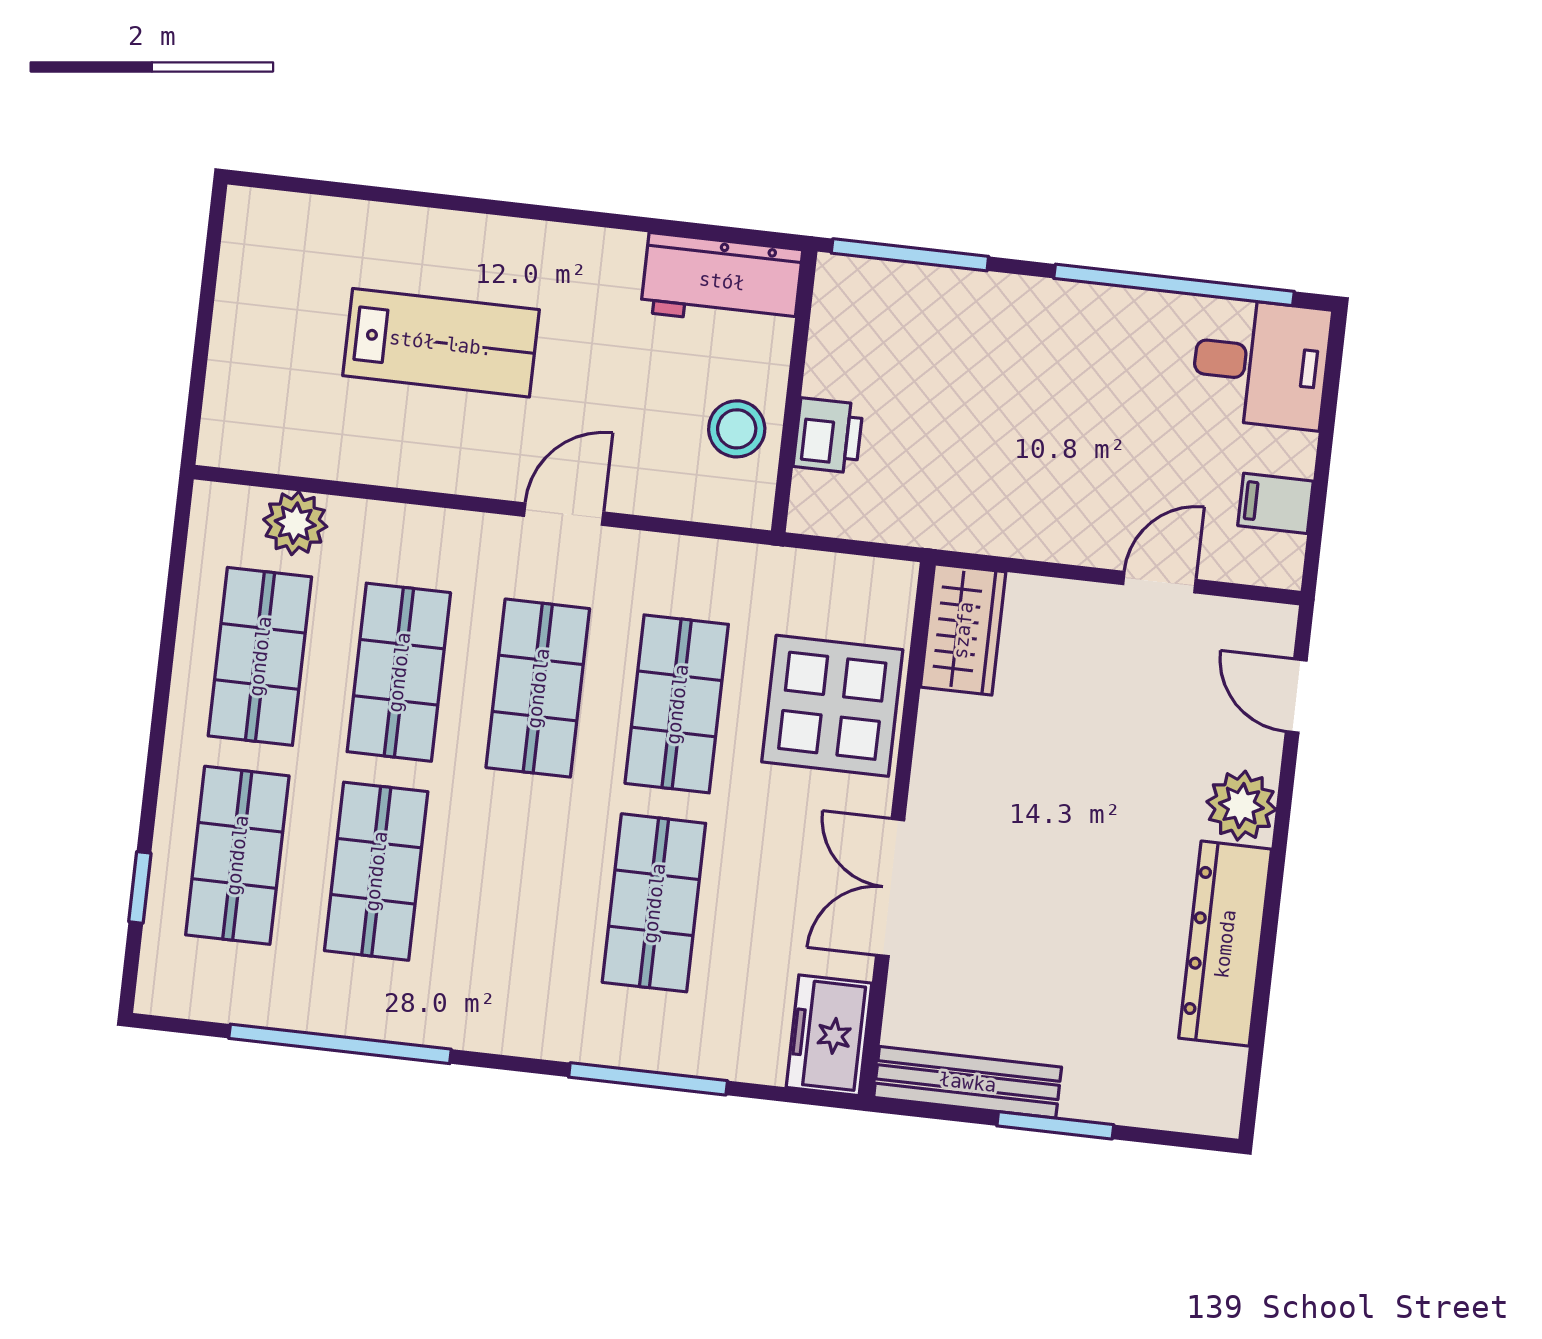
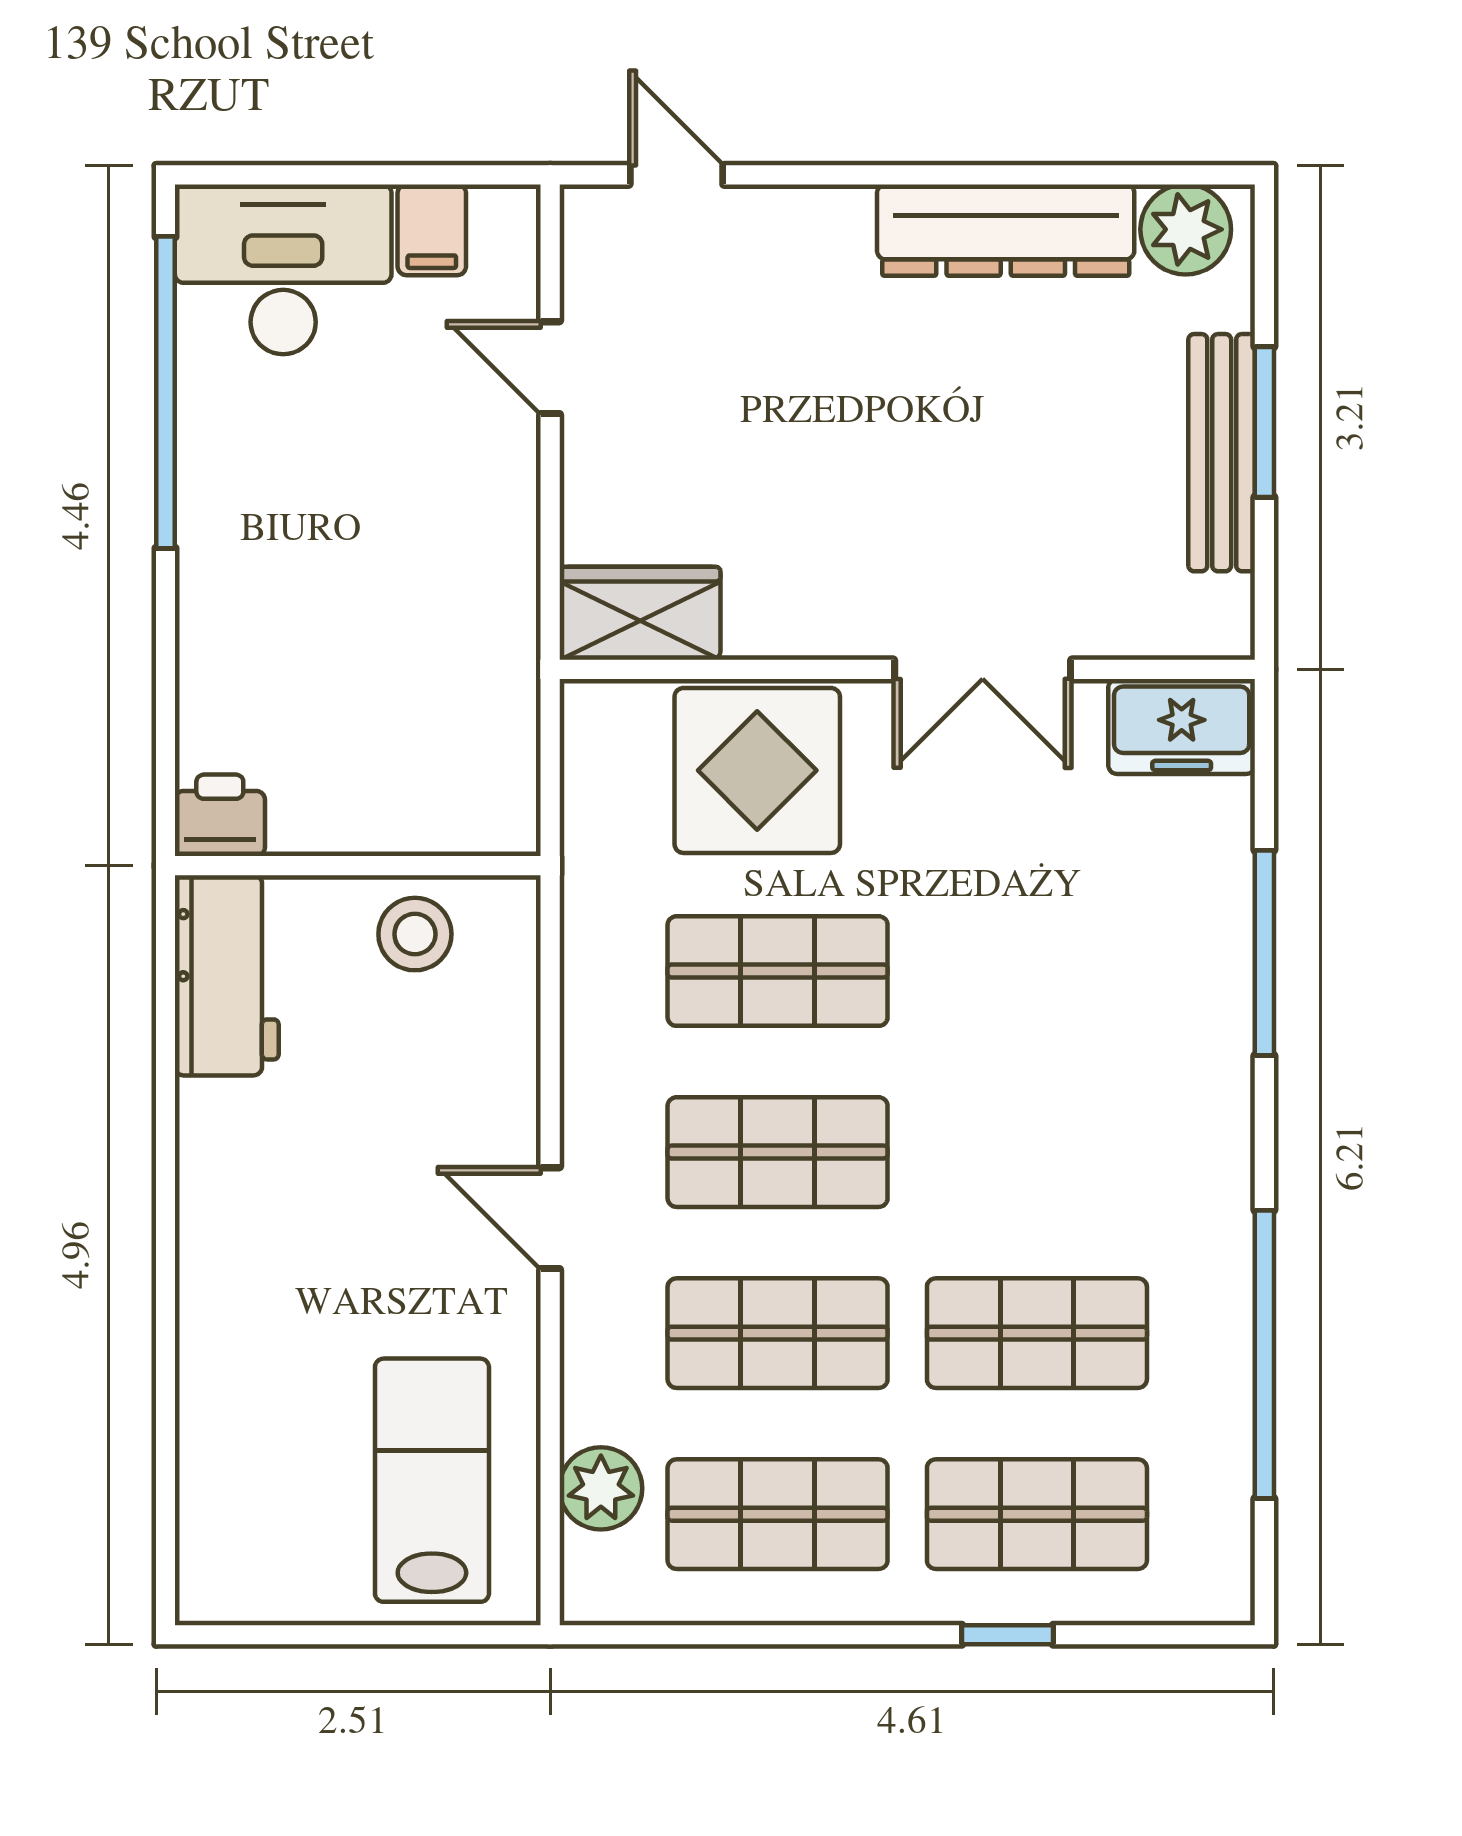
window: (910, 255) -> (166, 737), removed
lab bench: (441, 343) -> (432, 1480), moved
desk: (1261, 363) -> (283, 269), width x1.37
printer: (828, 436) -> (220, 815), moved
door: (564, 514) -> (550, 1218), moved
door: (1296, 696) -> (676, 175), swing flipped
plant: (1241, 806) -> (1186, 229), moved
window: (140, 887) -> (1007, 1635), moved
shop shelf: (654, 903) -> (1037, 971), removed
bench: (968, 1082) -> (1222, 453), moved

